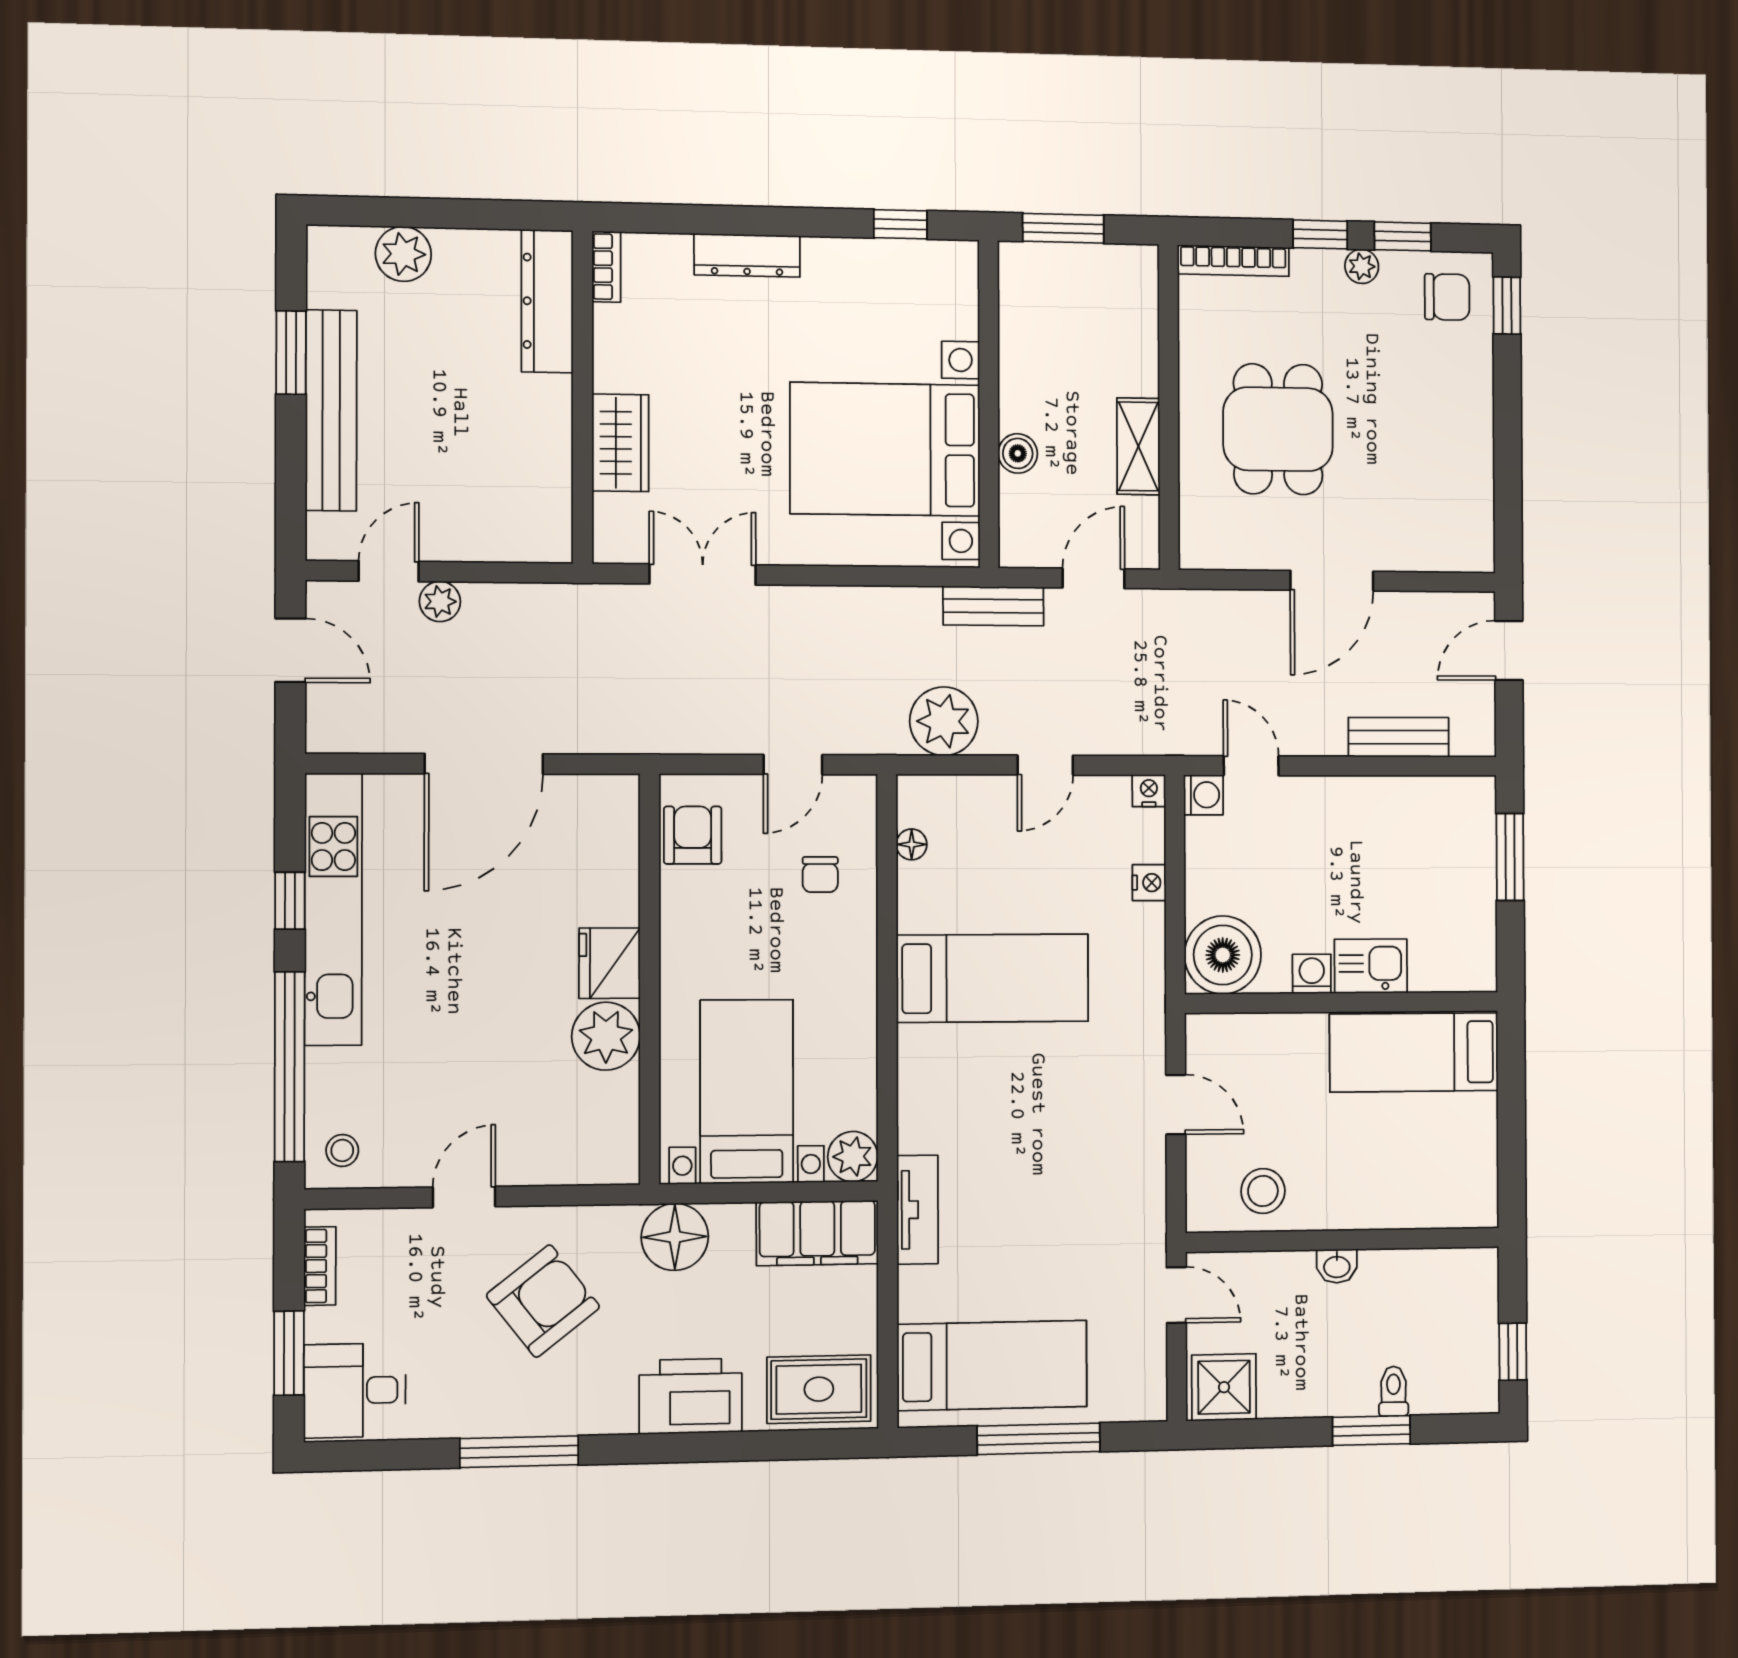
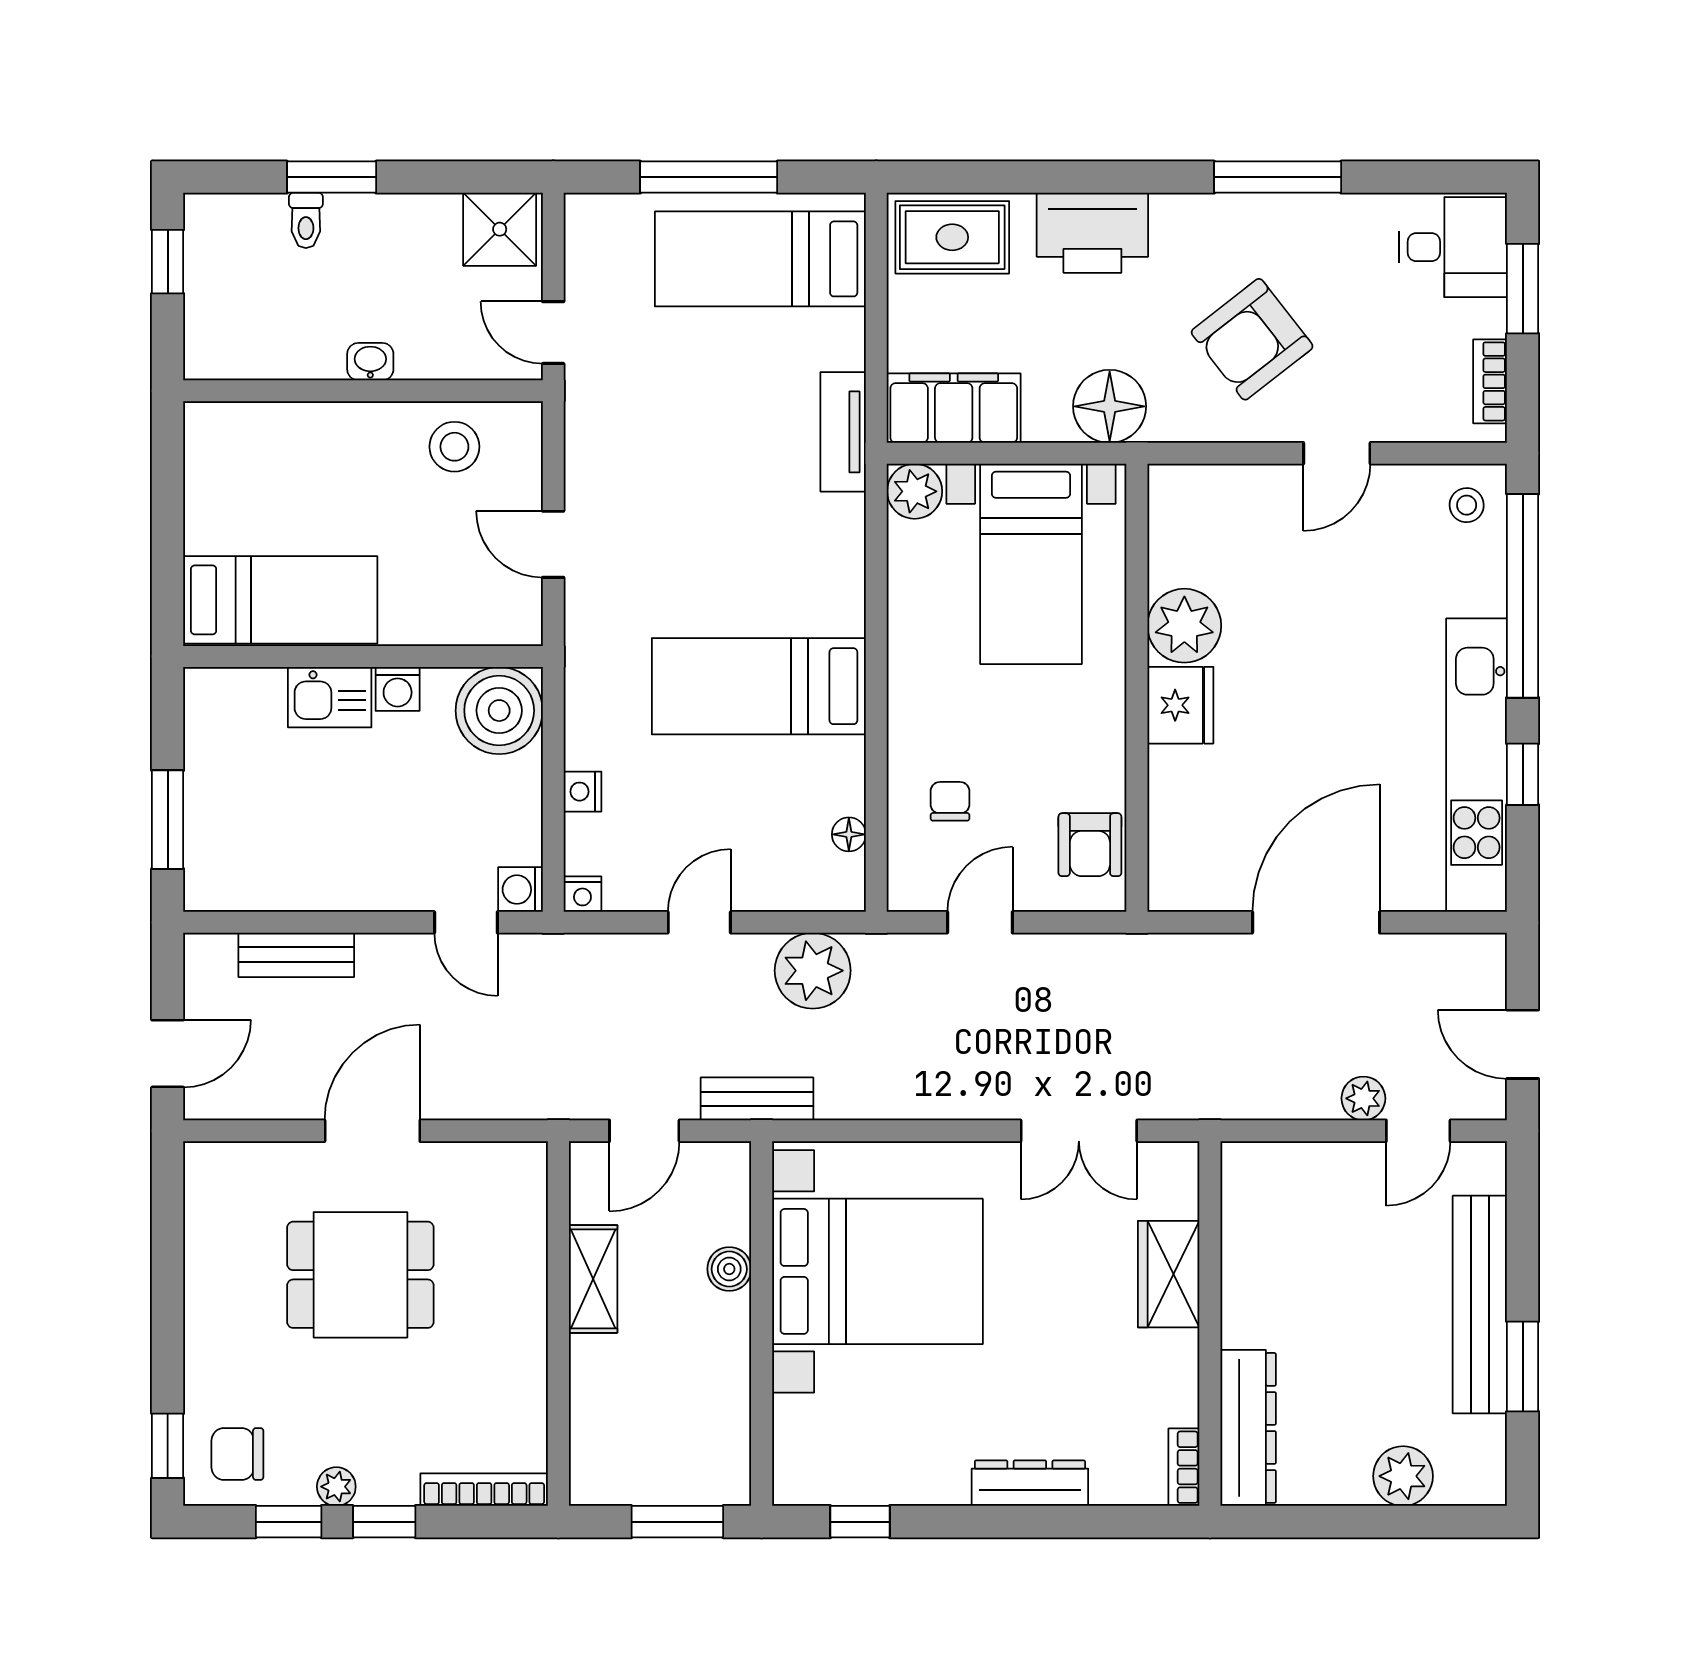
dining table: (1278, 429) -> (360, 1275), moved, turned 90

